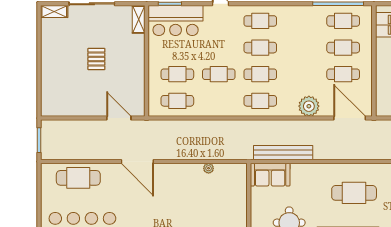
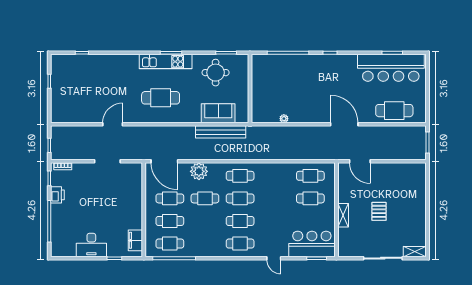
shelving: (139, 19) -> (343, 215), moved
cafe table: (219, 74) -> (205, 198), moved
sofa: (270, 175) -> (218, 113), moved

